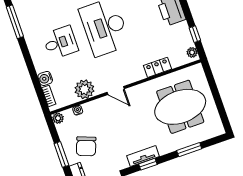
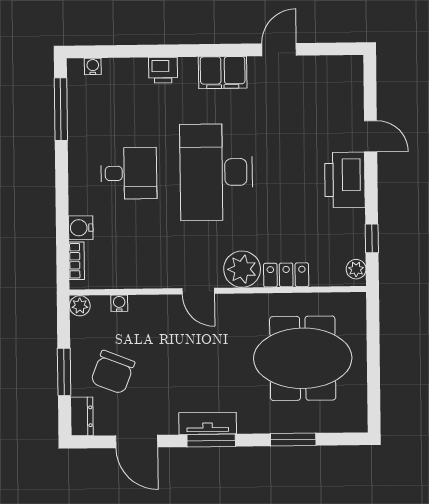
plant: (84, 89) -> (242, 269), moved
window: (148, 164) -> (211, 441), width x1.50

